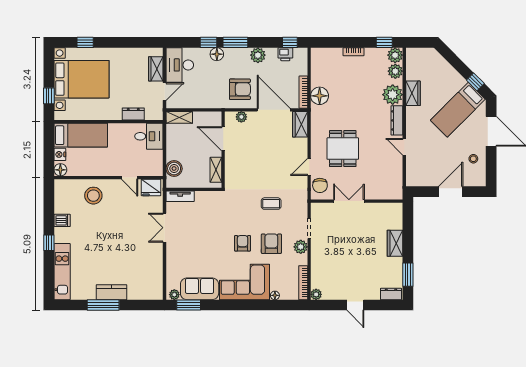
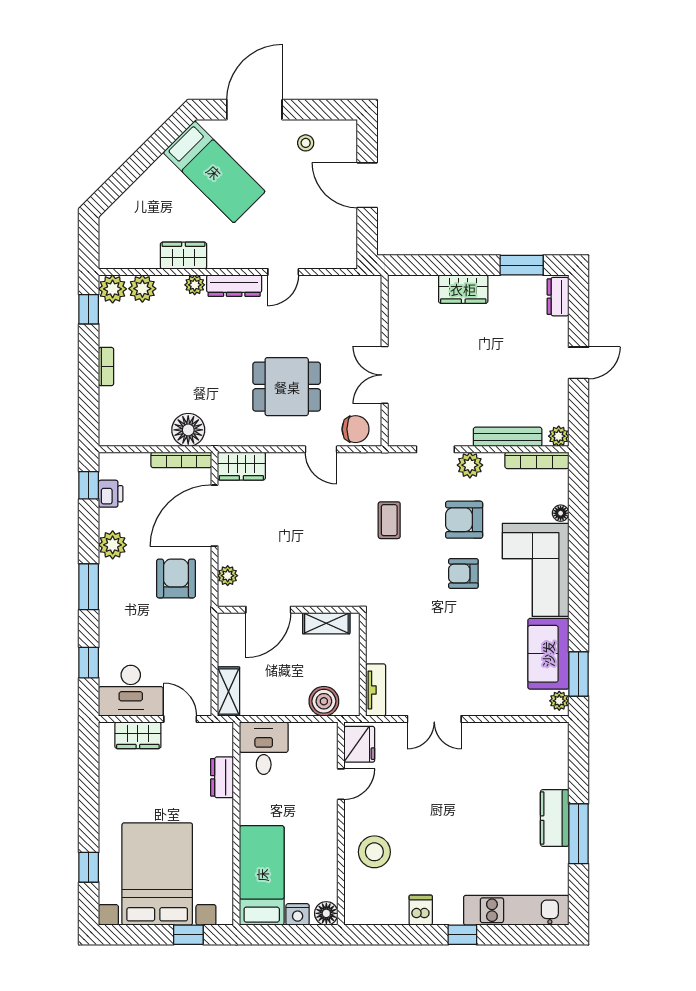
window: (208, 42) -> (89, 663), moved
floor lamp: (217, 54) -> (111, 622), removed
window: (475, 82) -> (162, 139), removed
plant: (393, 95) -> (195, 285), width x0.53, depth x0.53
bench: (316, 267) -> (508, 437), added

